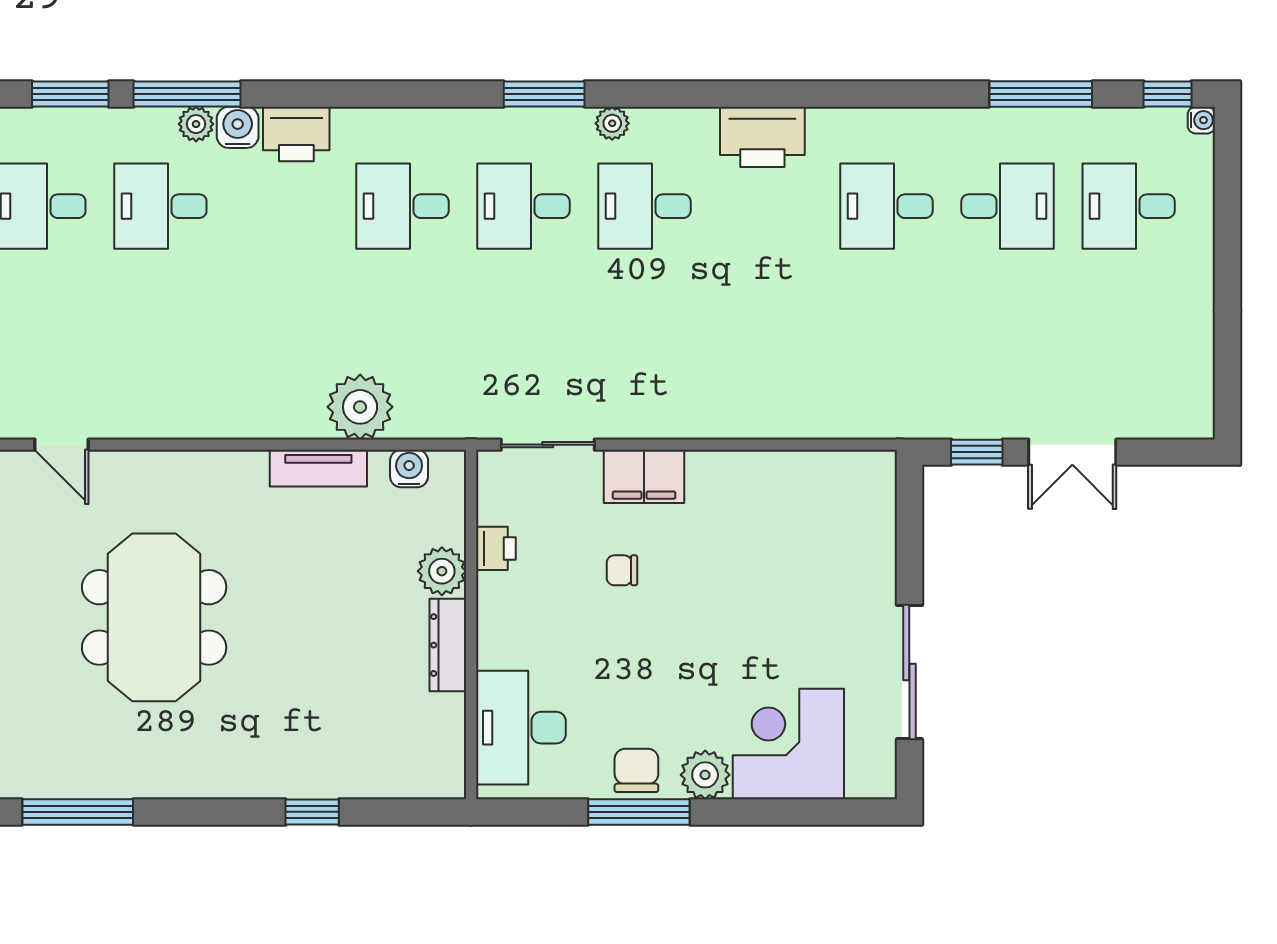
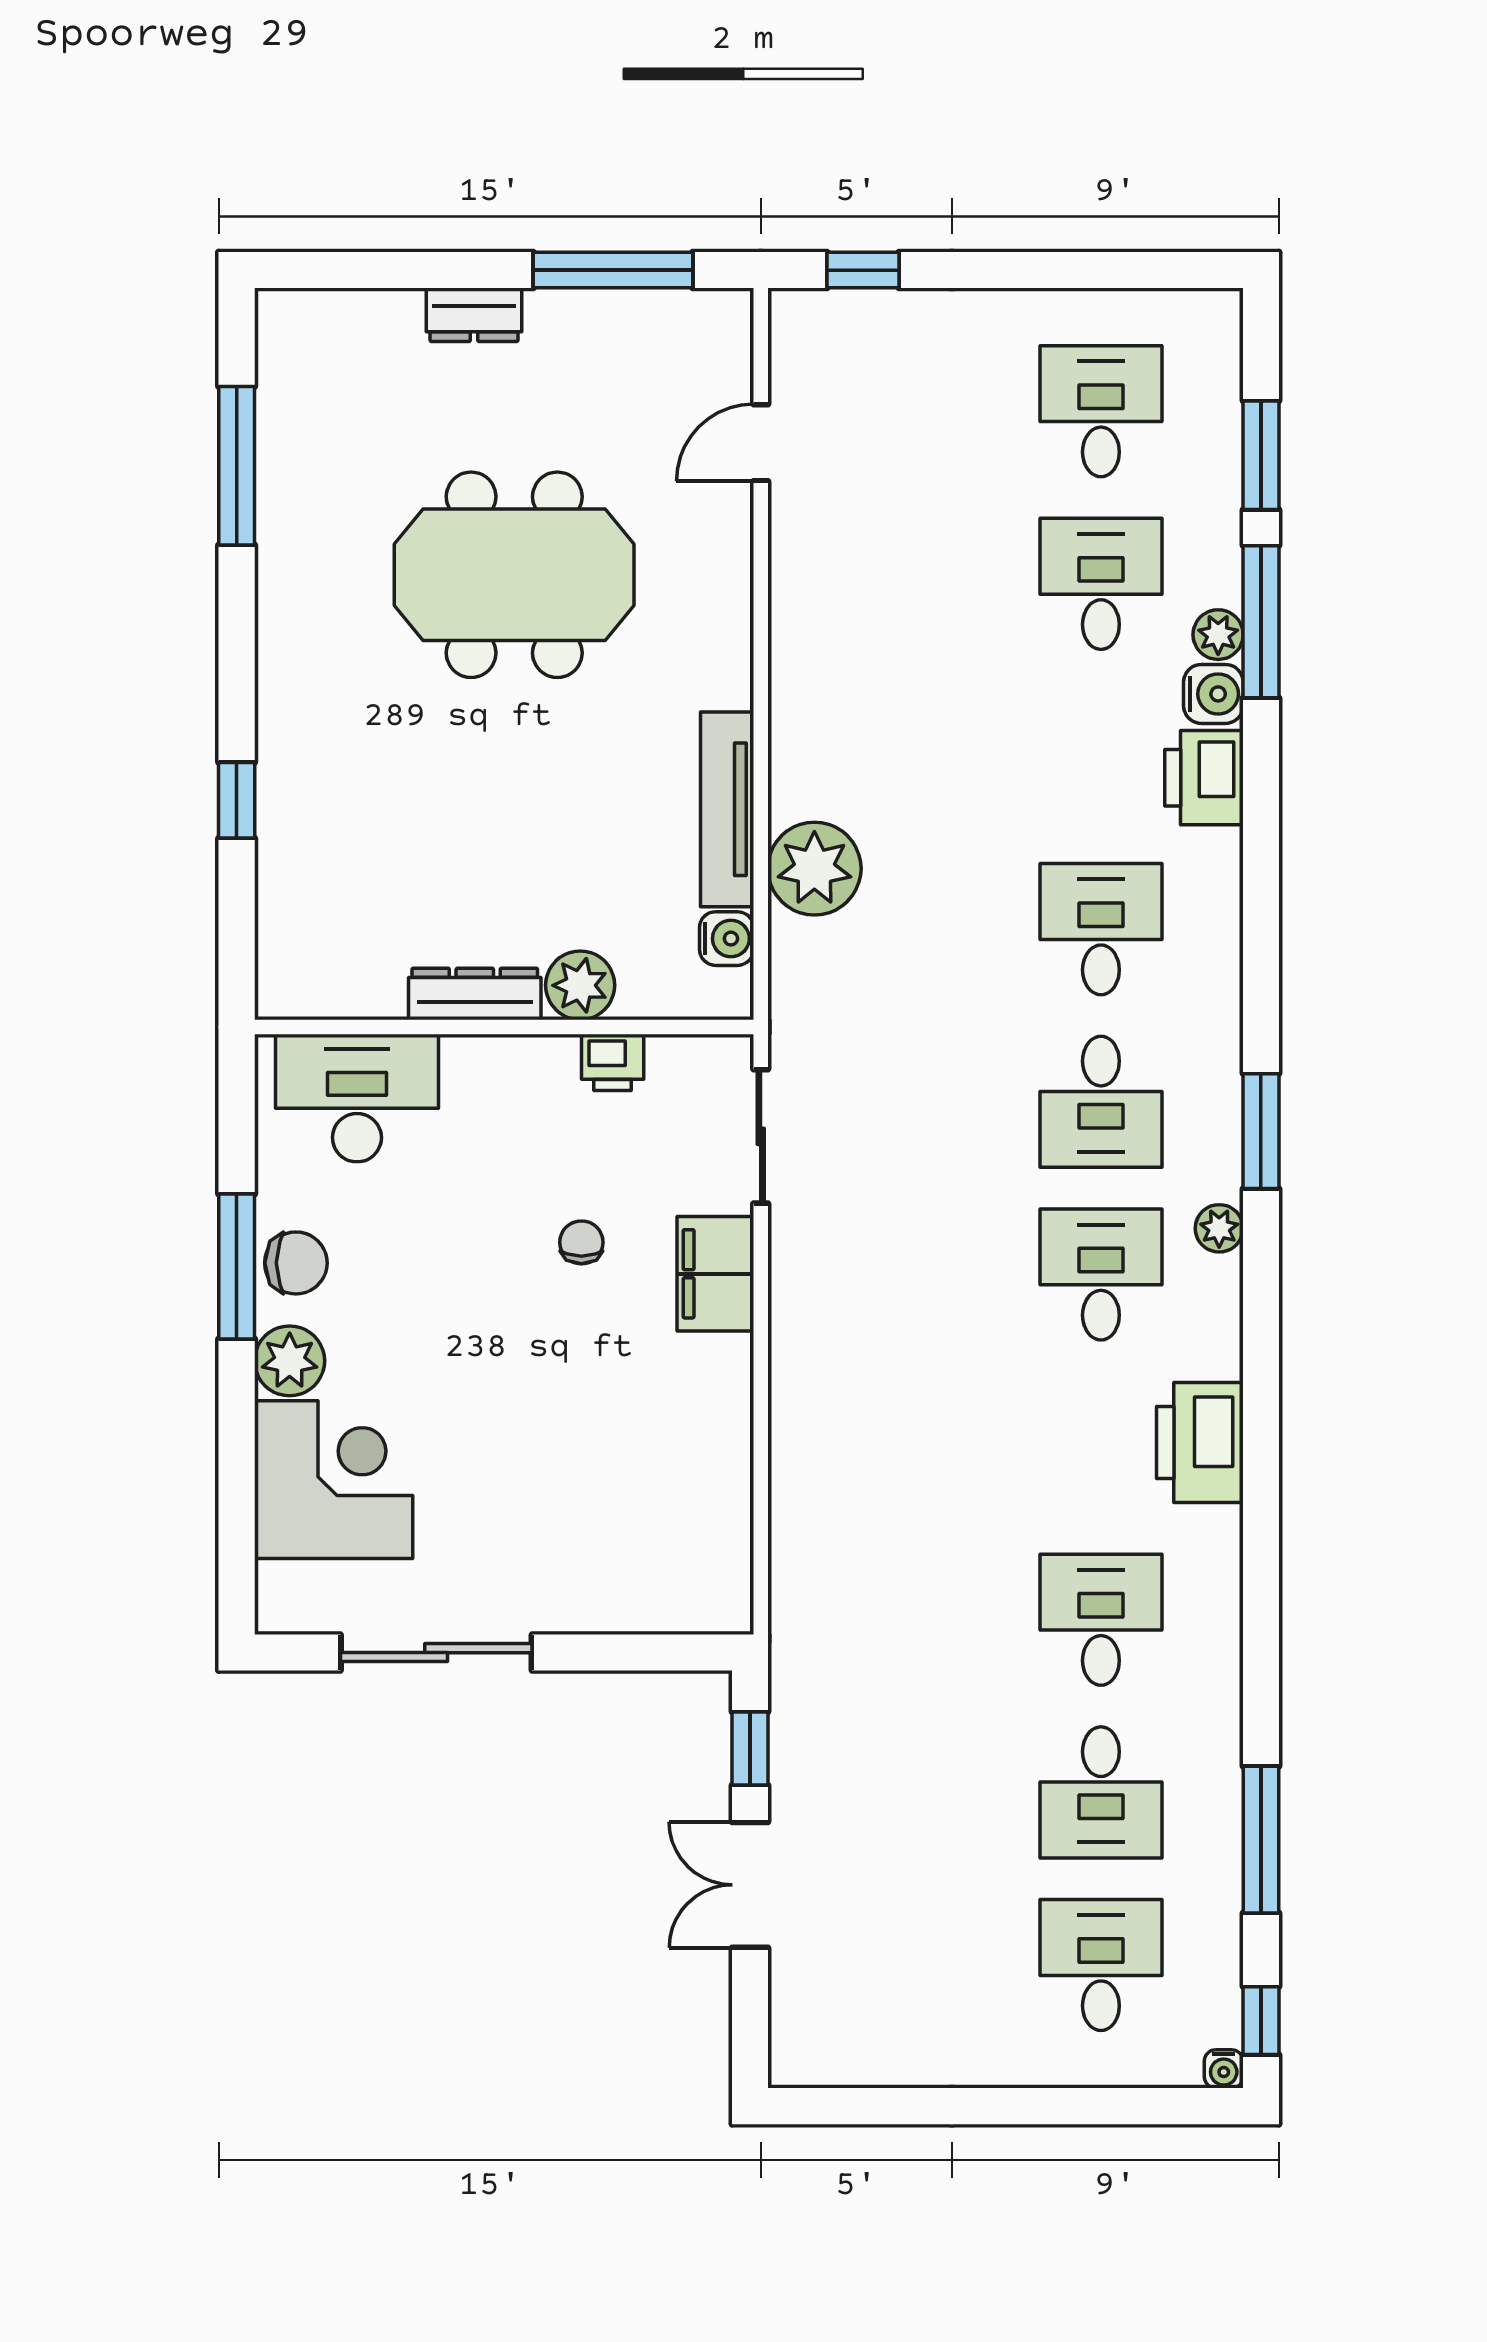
desk: (523, 206) -> (1101, 1102), turned 180
tv unit: (318, 468) -> (727, 809), width x1.41

